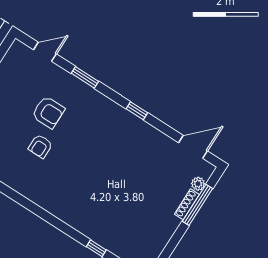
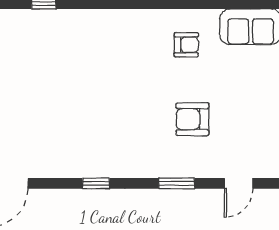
armchair: (40, 146) -> (186, 45), moved, turned 90

